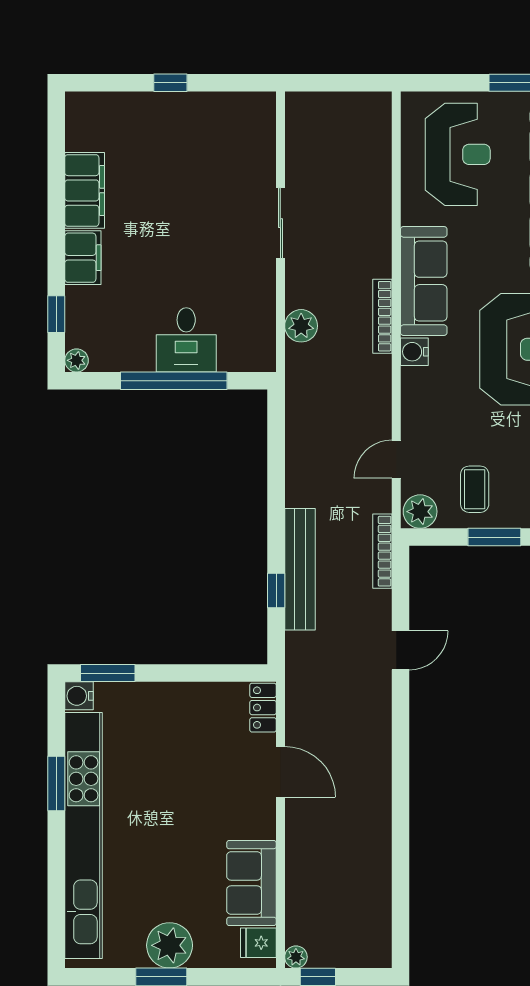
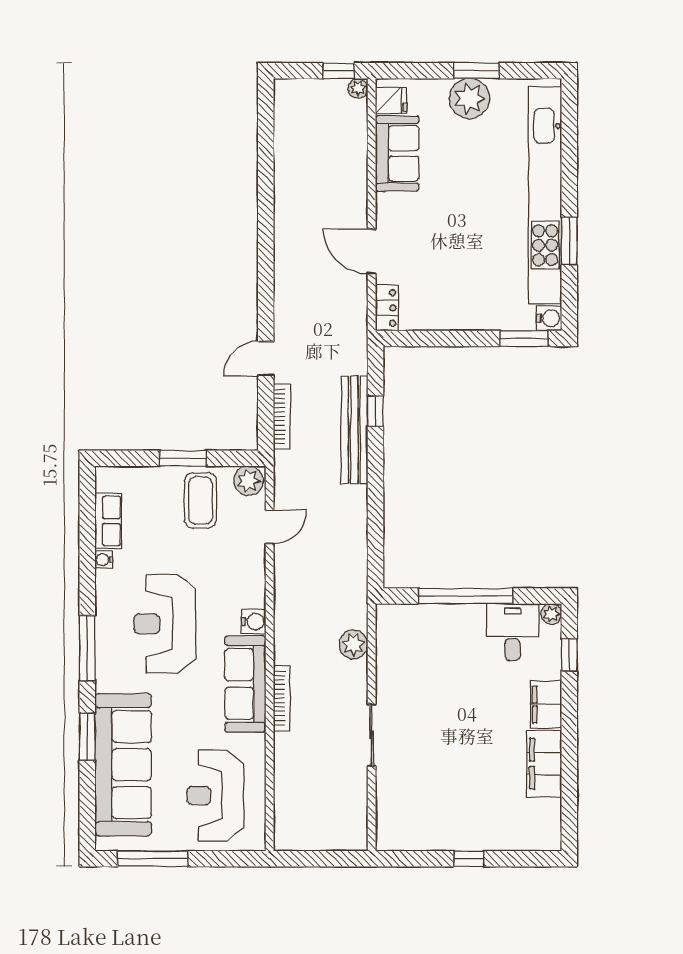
bookcase: (382, 316) -> (282, 698), moved
desk: (186, 340) -> (513, 632), moved
coffee table: (475, 489) -> (200, 500), width x1.36, depth x1.30
bookcase: (382, 551) -> (282, 416), moved

